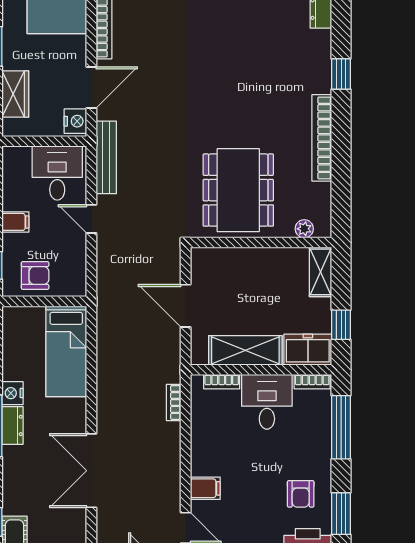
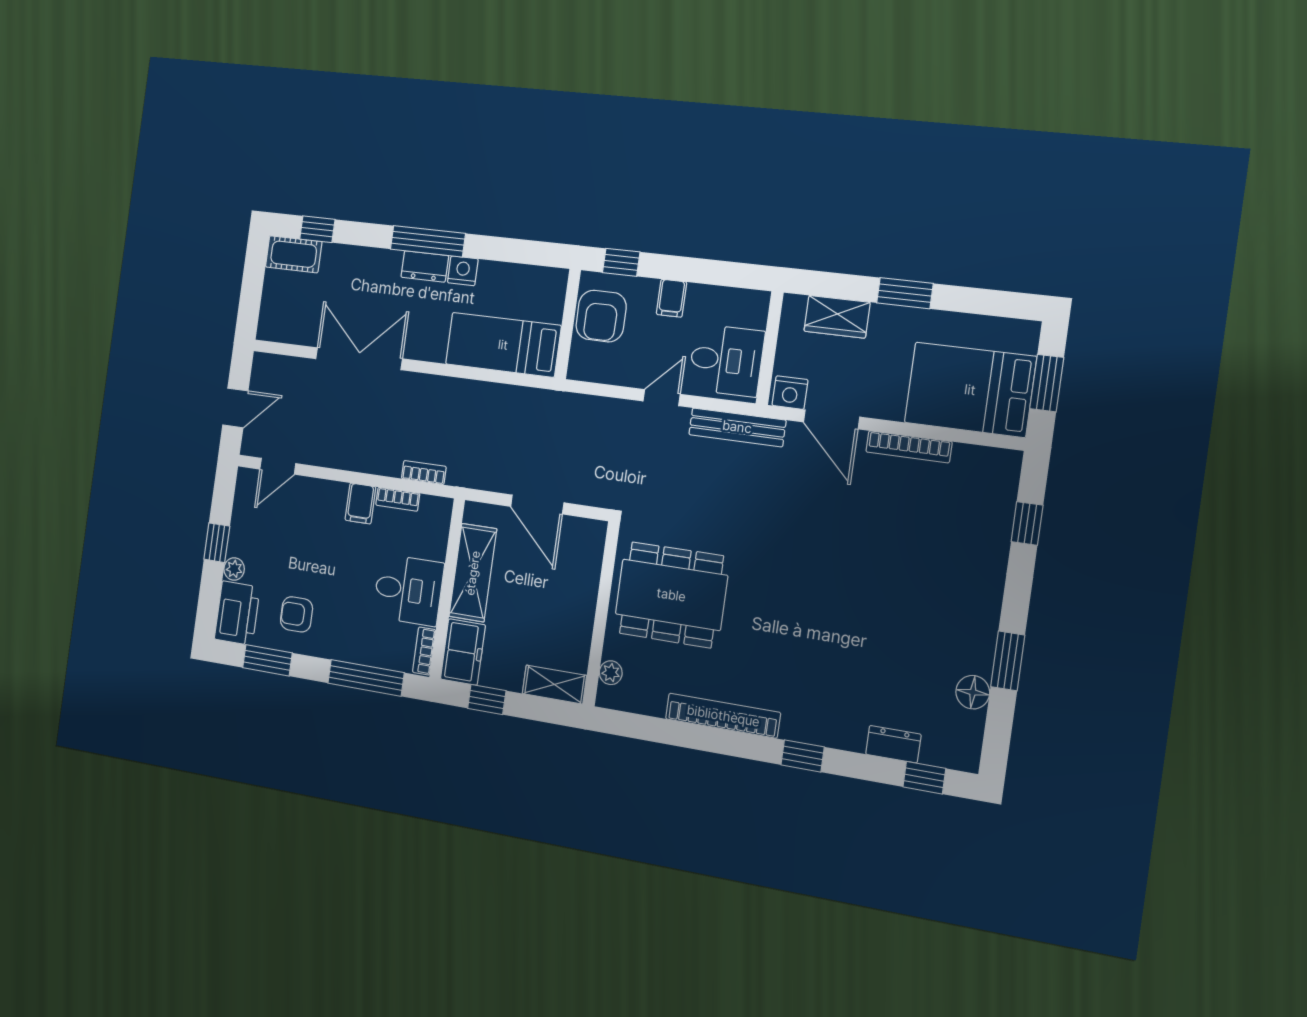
armchair: (35, 275) -> (601, 316), width x1.38, depth x1.38
door: (186, 306) -> (537, 505), swing flipped
bookcase: (222, 382) -> (398, 499), moved, turned -90
filing cabinet: (205, 488) -> (360, 503), moved

